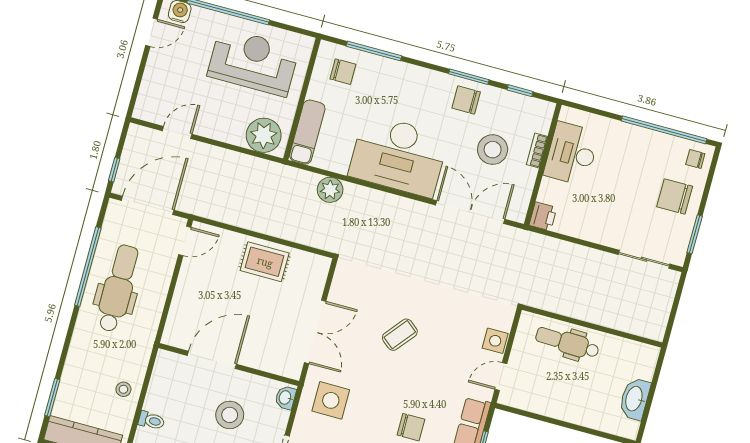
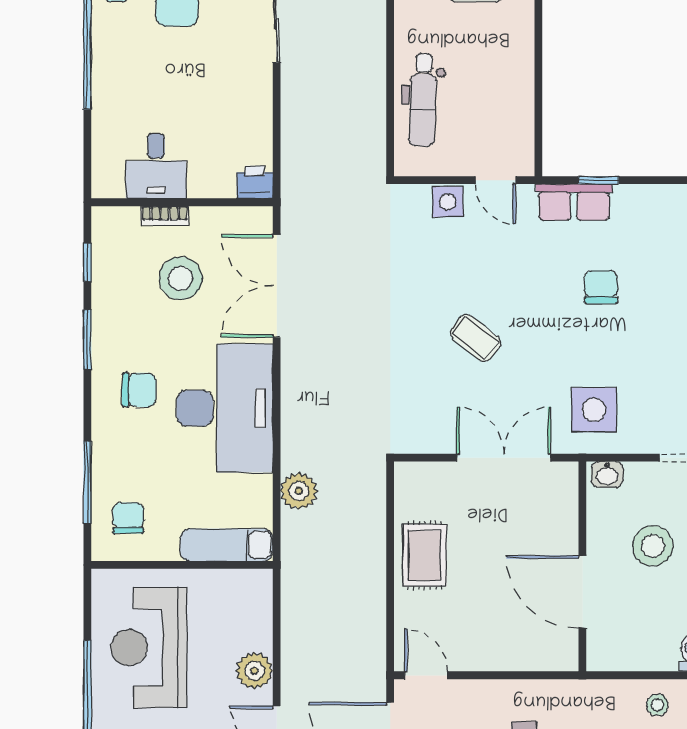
chair: (466, 100) -> (139, 390), moved, turned -90
plant: (264, 135) -> (254, 671), moved, width x0.73, depth x0.73
desk: (572, 154) -> (156, 166), width x0.73

